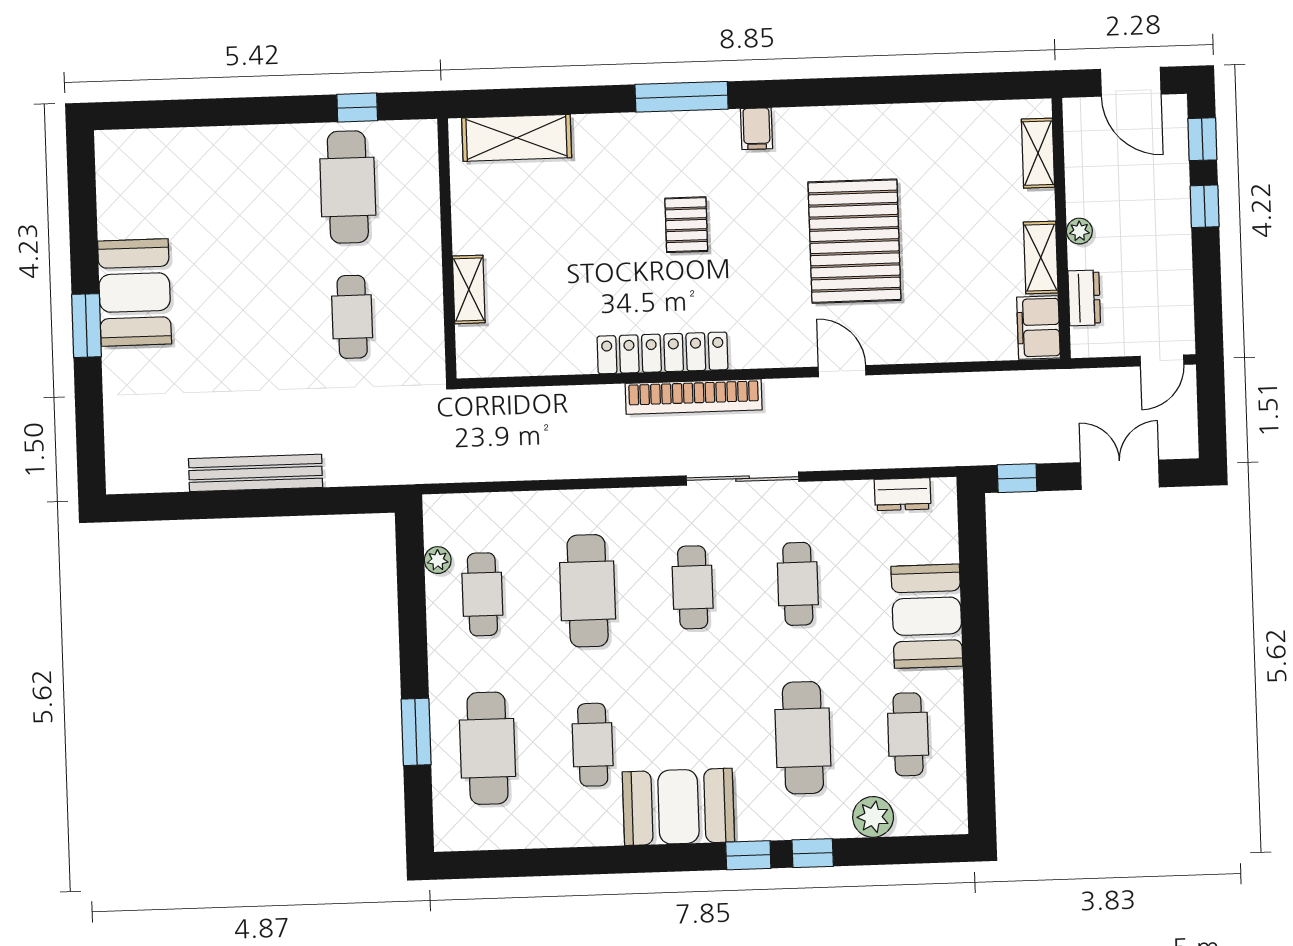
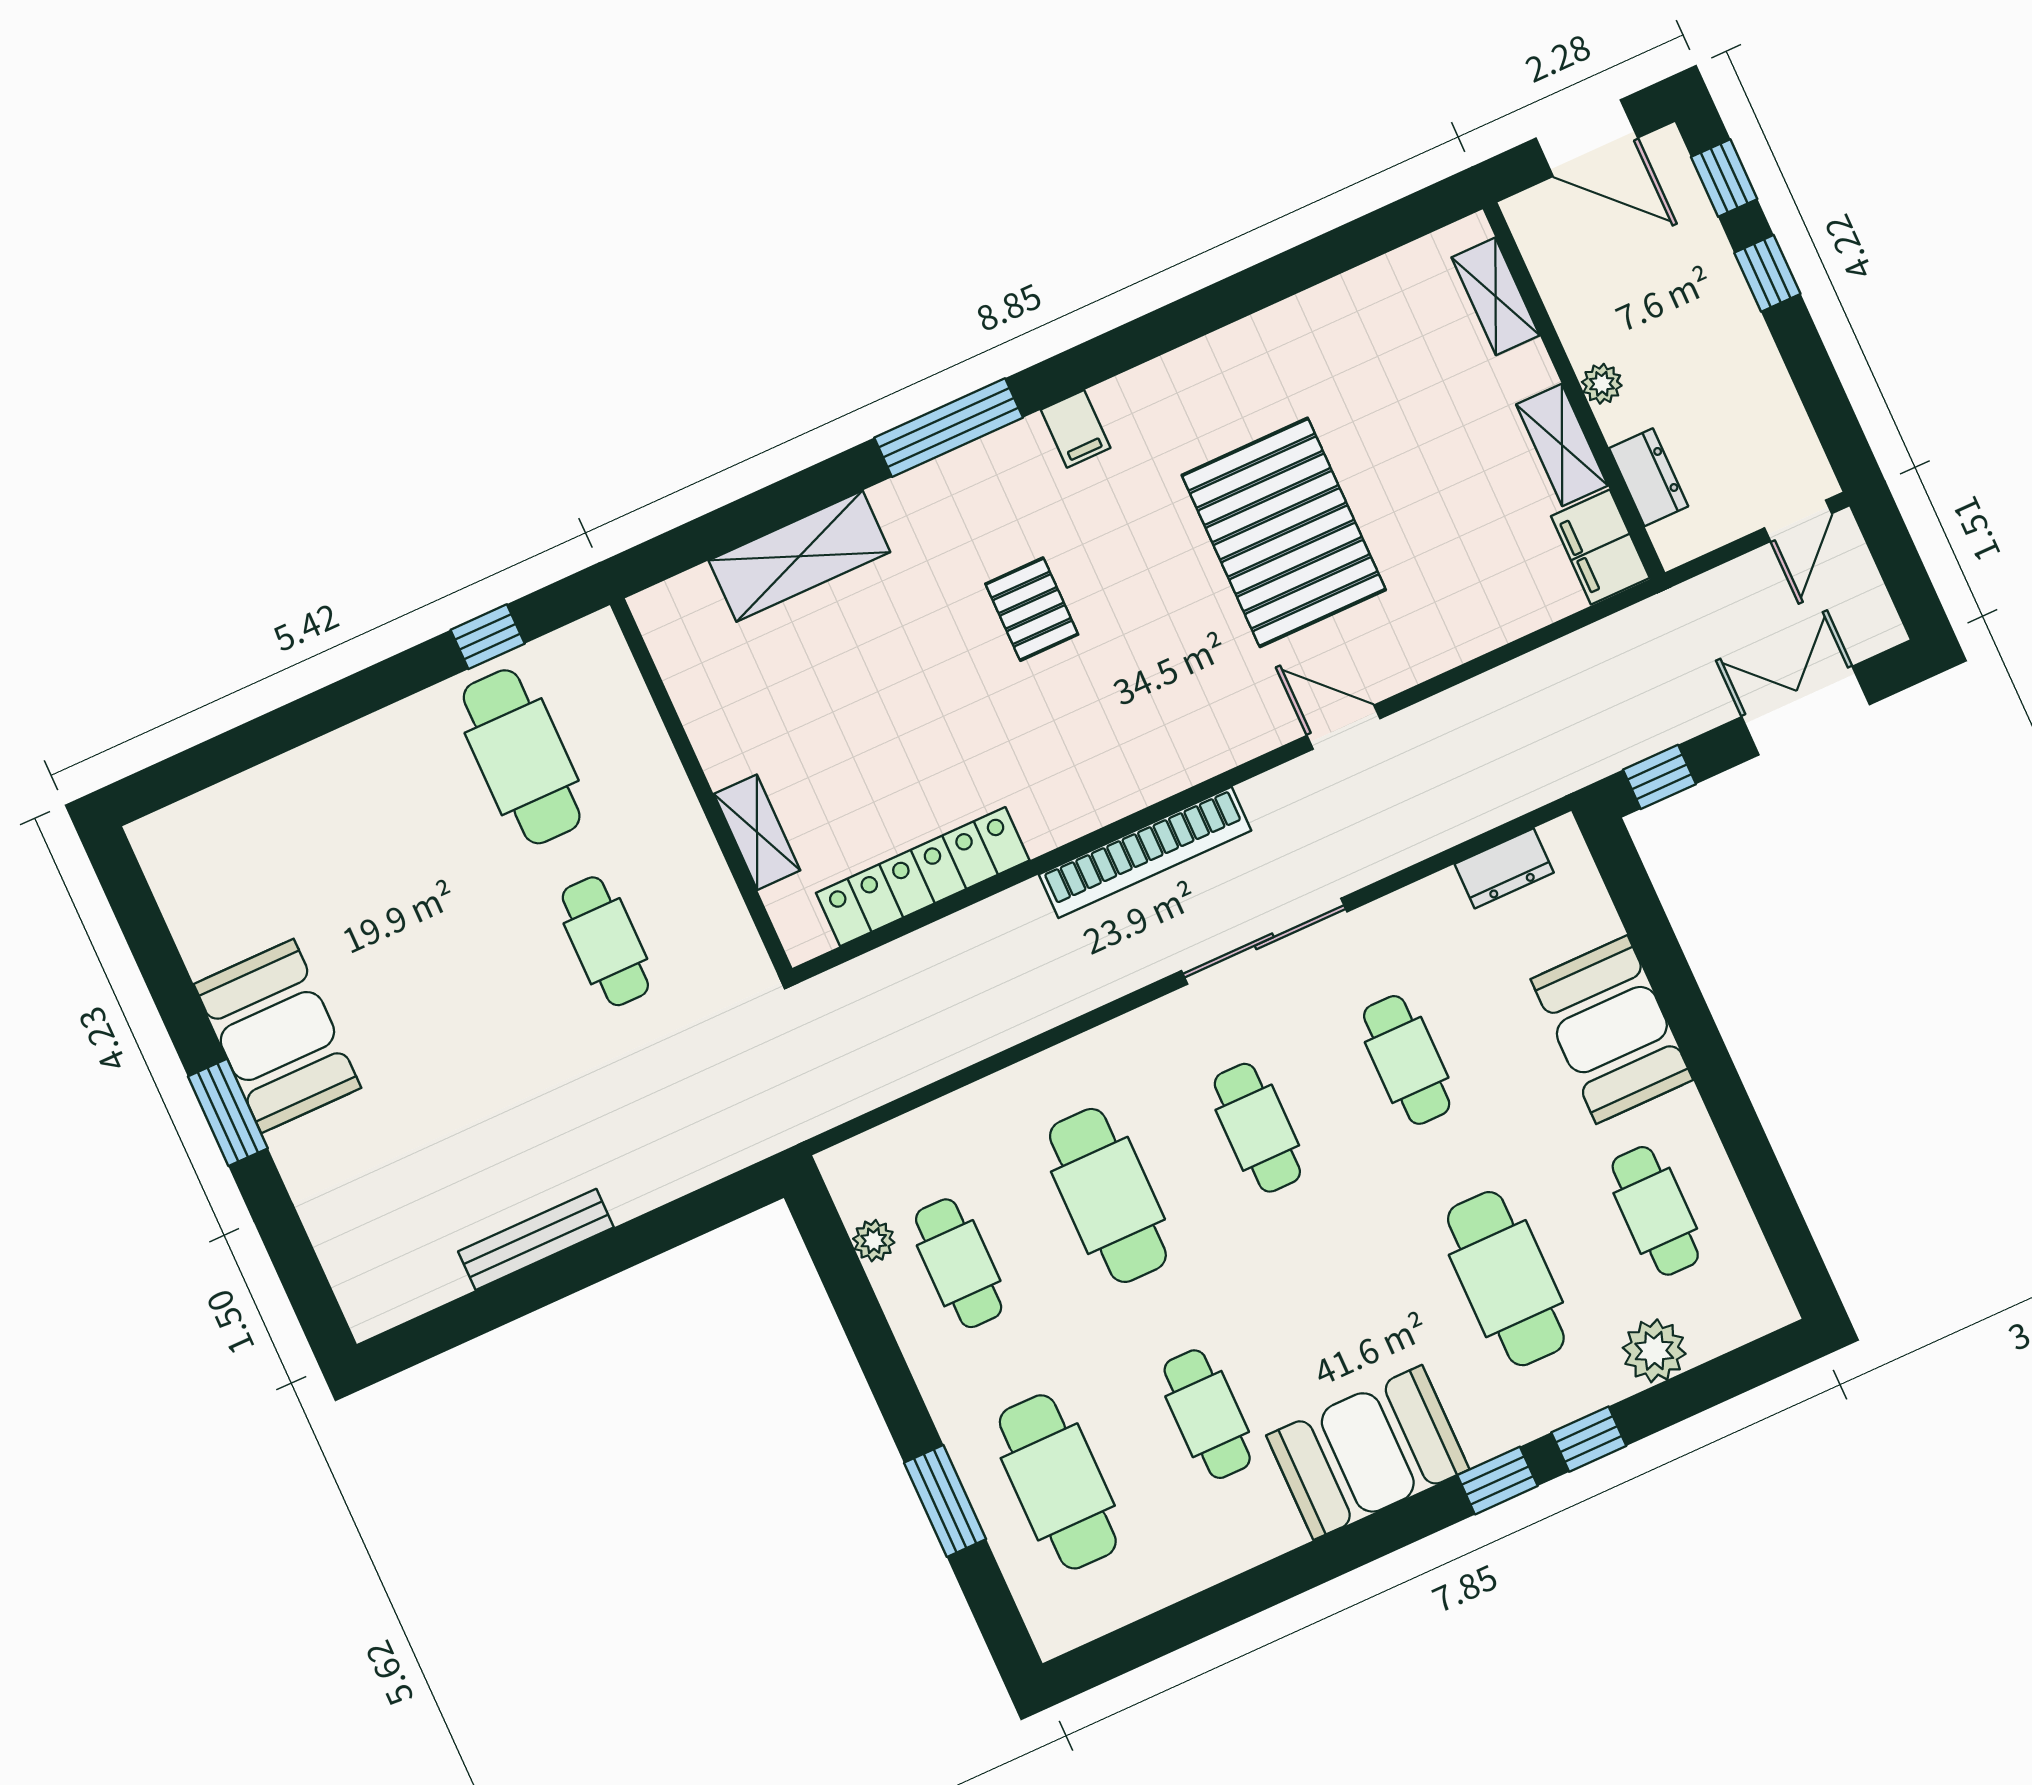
shelving: (517, 138) -> (799, 556), moved
locker: (663, 353) -> (923, 877), moved
bench: (256, 473) -> (536, 1239), width x0.73, depth x0.82

